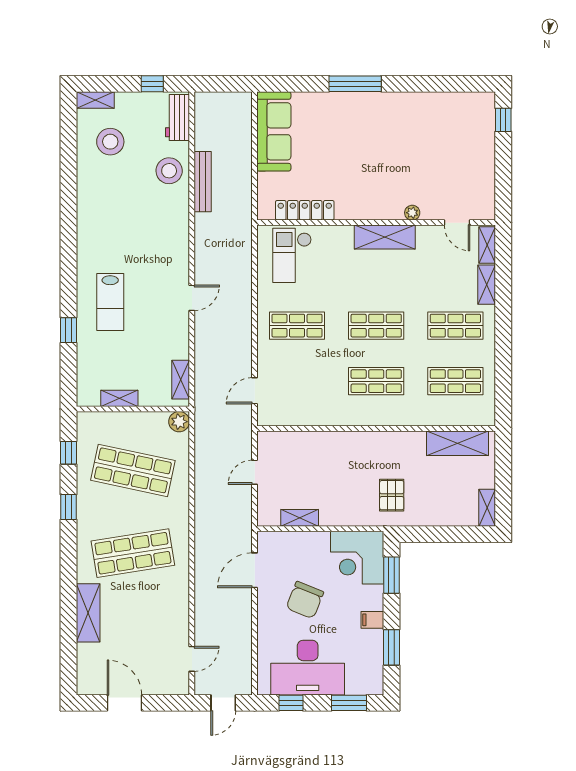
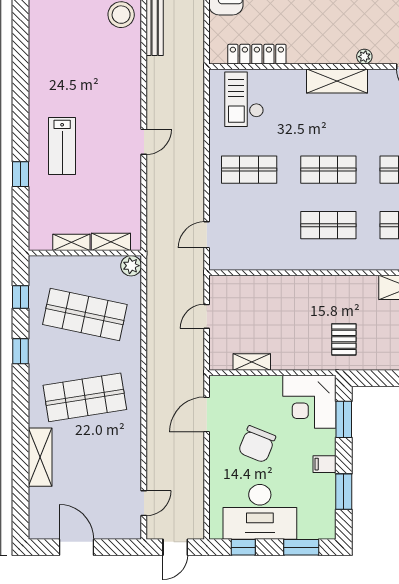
shelving: (181, 380) -> (111, 242), moved, turned 90

